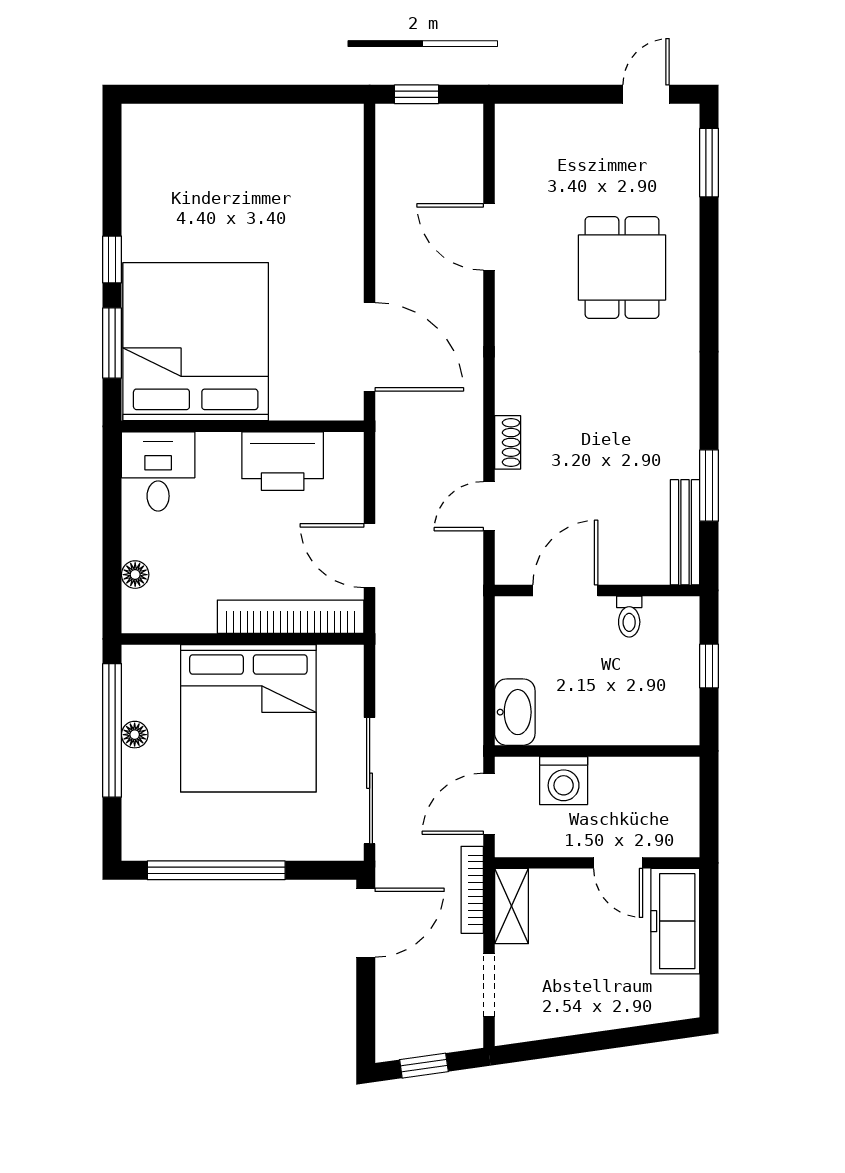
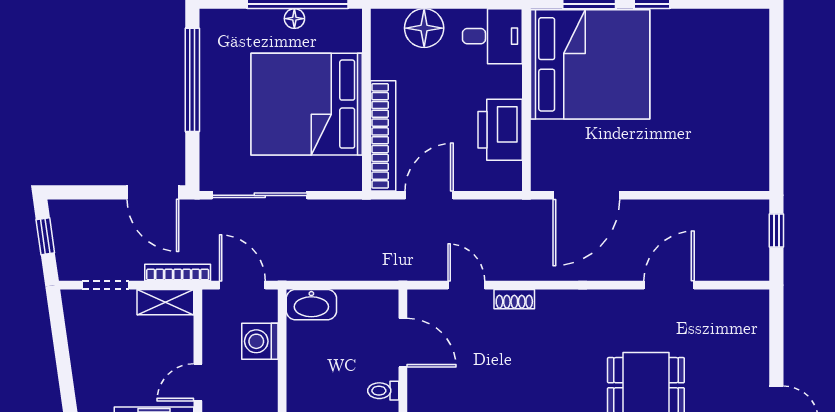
floor lamp: (135, 575) -> (424, 28), width x1.89, depth x1.89

